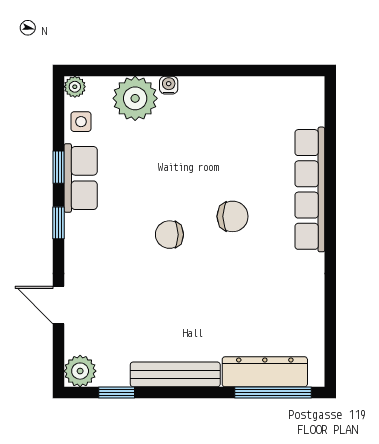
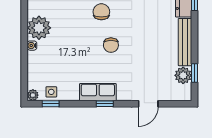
plant: (135, 98) -> (39, 28), moved
window: (59, 167) -> (51, 104), moved
row of seats: (81, 178) -> (98, 92), moved
plant: (80, 371) -> (183, 75), moved

